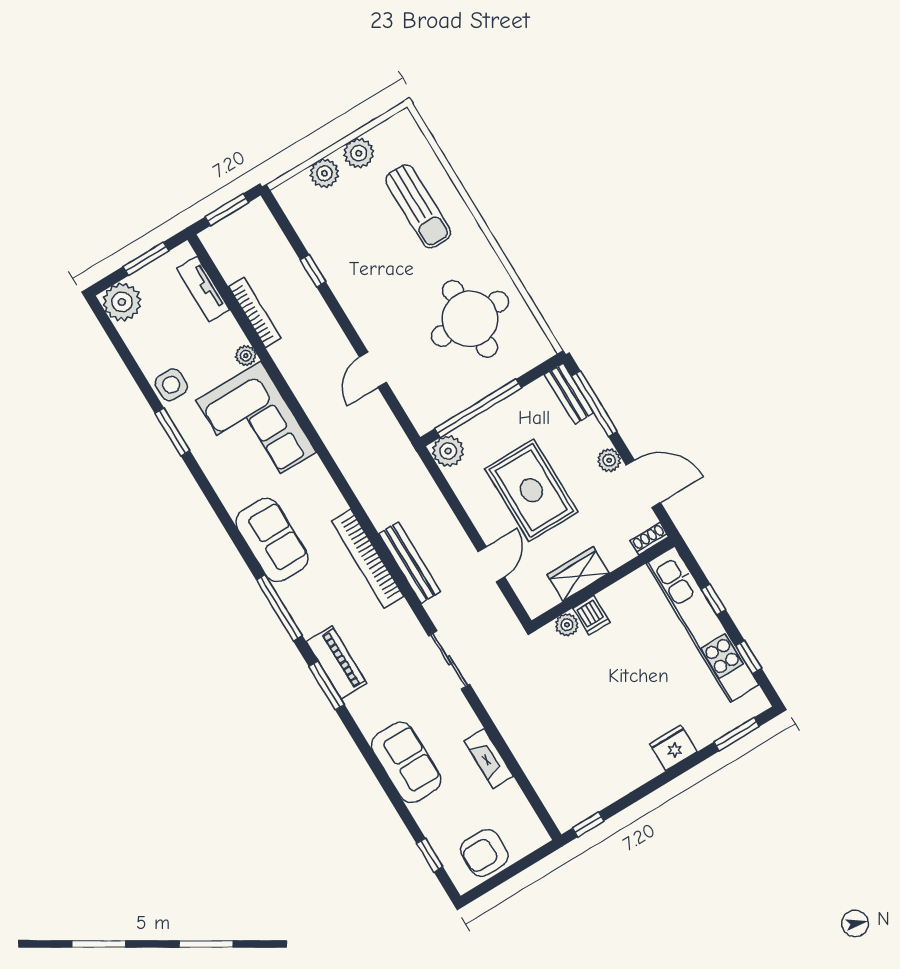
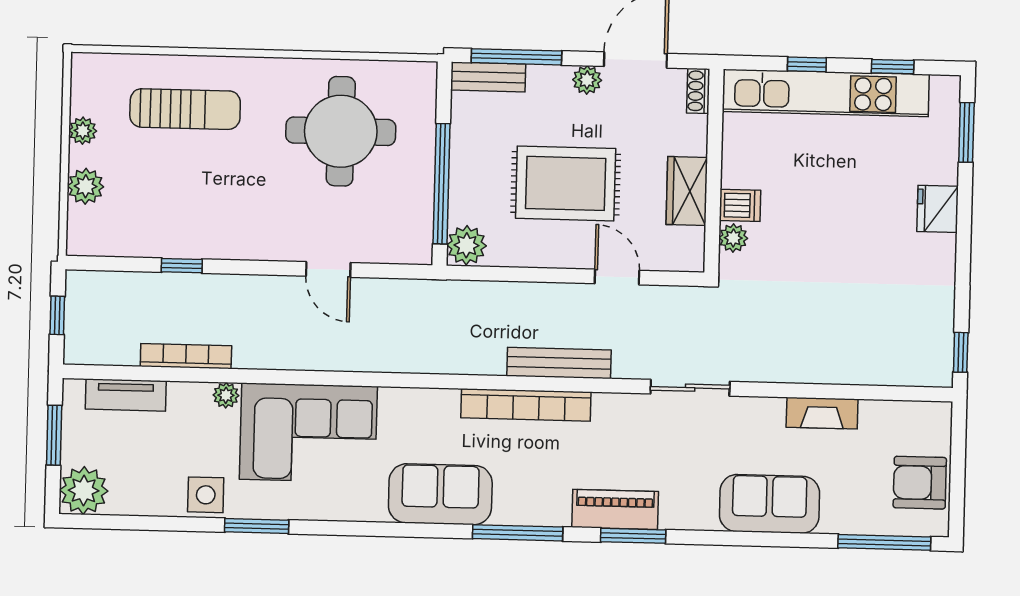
plant: (359, 153) -> (83, 131), width x0.73, depth x0.73
window: (227, 210) -> (57, 315), width x0.67
armchair: (484, 853) -> (920, 483), turned 90
window: (430, 855) -> (884, 542), width x2.17

